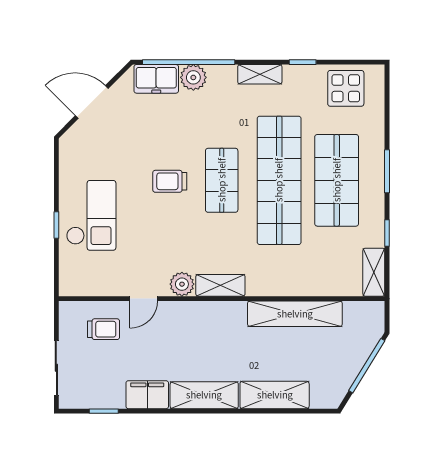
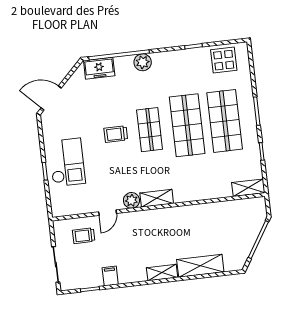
shelving: (260, 74) -> (166, 57), removed
plant: (193, 77) -> (143, 62), moved
door: (92, 102) -> (51, 98), moved
shop shelf: (279, 180) -> (187, 125), width x0.71
shelving: (374, 272) -> (248, 188), moved, turned 90
shelving: (295, 314) -> (207, 211), removed
trolley: (104, 329) -> (84, 236), turned 180
filing cabinet: (147, 395) -> (110, 276), width x0.50
shelving: (204, 395) -> (162, 273), width x0.67, depth x0.75

